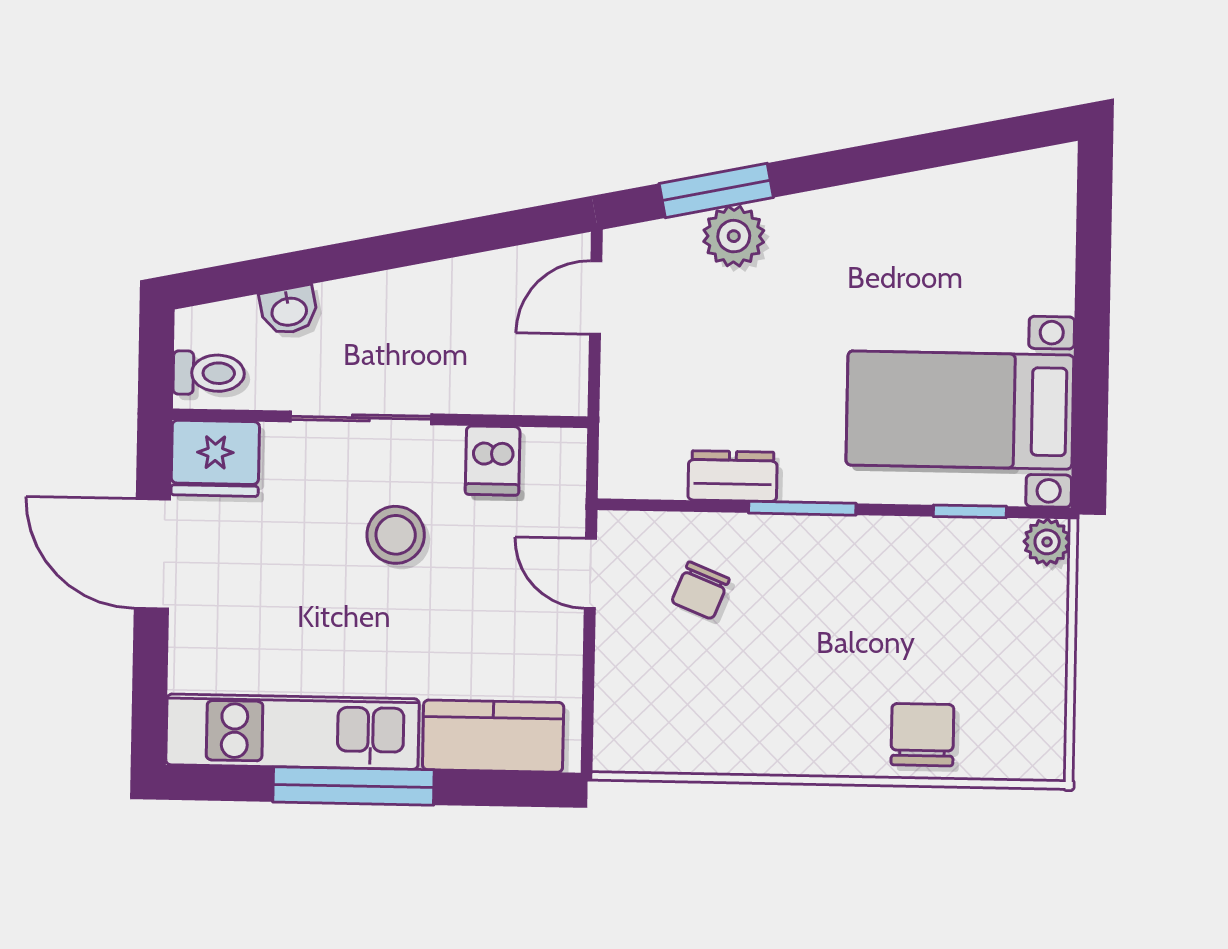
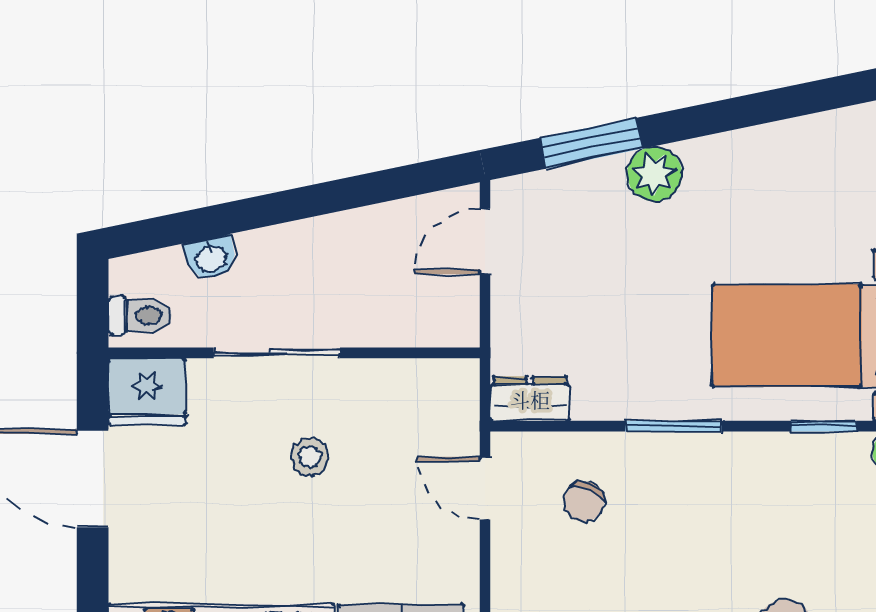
plant: (734, 236) -> (655, 174), moved
dishwasher: (493, 461) -> (396, 389), removed
dresser: (733, 476) -> (530, 399), moved
stool: (396, 535) -> (310, 457), width x0.73, depth x0.73

